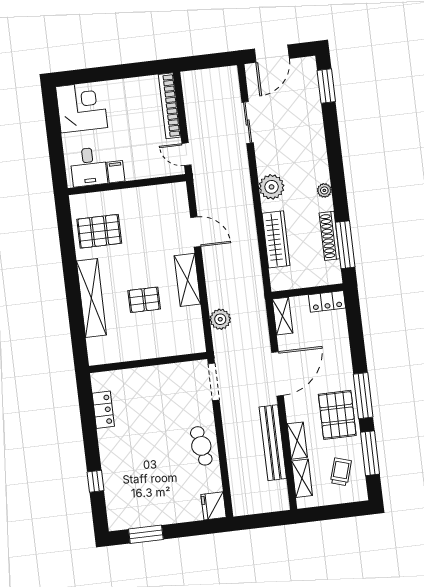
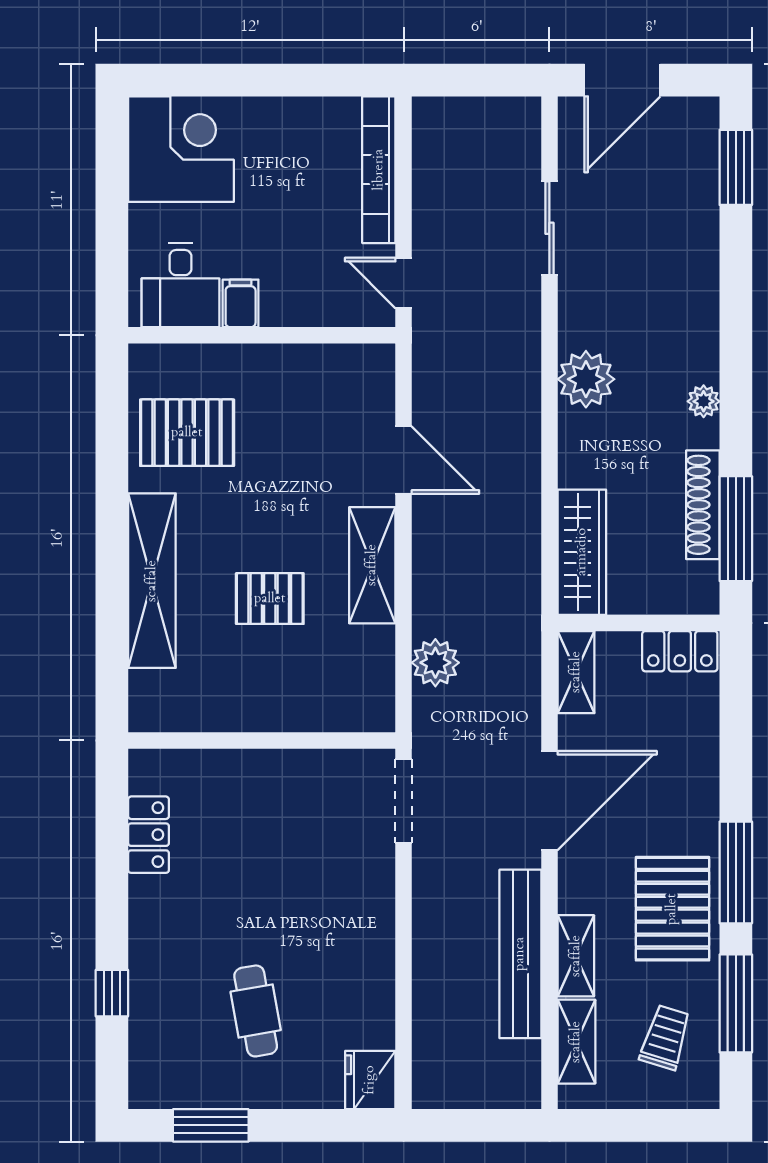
wardrobe: (276, 239) -> (582, 552), moved
cafe table: (201, 446) -> (256, 1011), moved

